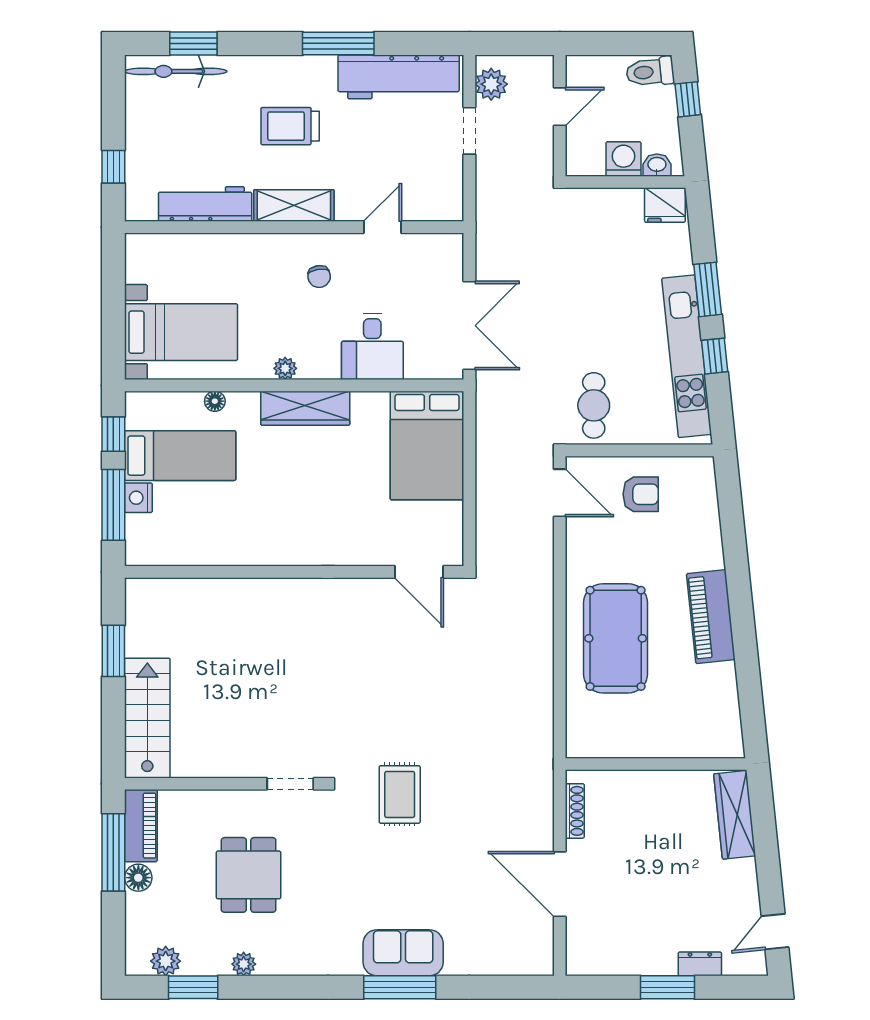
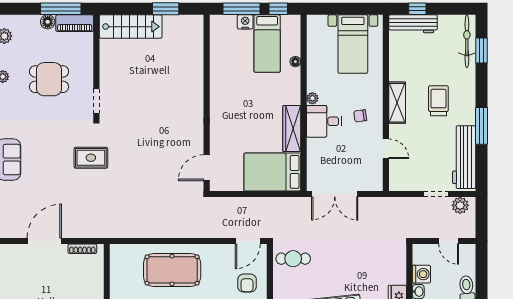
workbench: (205, 204) -> (413, 24), moved, turned 90
bed with nightstands: (181, 332) -> (353, 44), moved
desk: (372, 347) -> (324, 121), moved
wardrobe: (305, 408) -> (292, 129), moved

